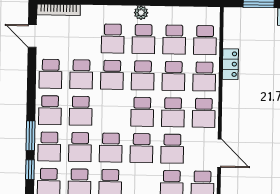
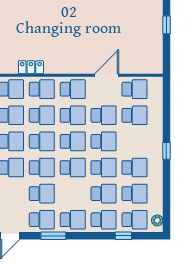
school desk: (81, 111) -> (73, 168), moved
window: (30, 136) -> (53, 236), moved

